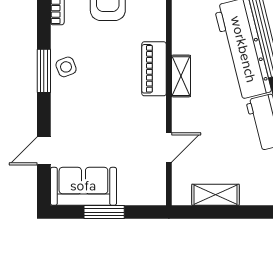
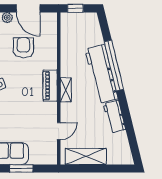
shelving: (215, 195) -> (86, 156), width x1.50, depth x1.33

